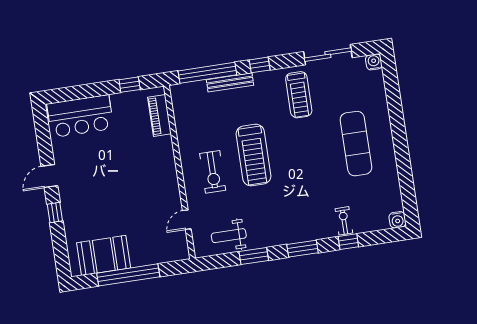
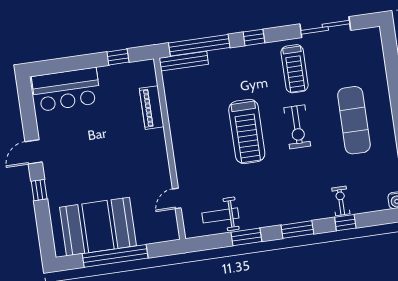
water cooler: (374, 62) -> (373, 35), removed
bench: (230, 82) -> (184, 61), moved
piano: (160, 116) -> (152, 108), moved
exercise bike: (213, 172) -> (297, 127), moved
booth: (104, 255) -> (98, 227), width x1.36, depth x1.42

